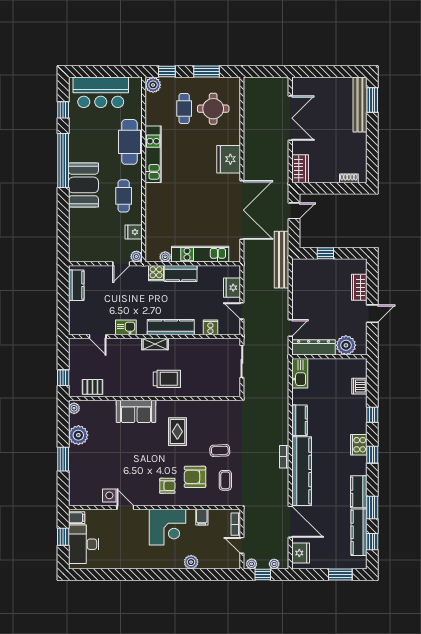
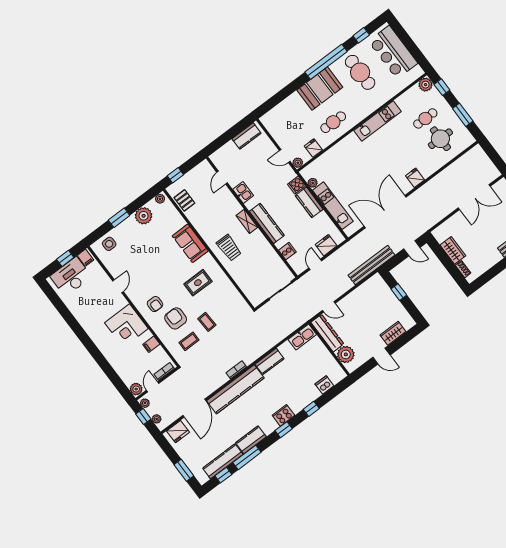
cafe table: (129, 142) -> (360, 72), moved, turned 90
fridge: (229, 159) -> (415, 178), width x0.53, depth x0.75
wardrobe: (300, 169) -> (453, 250), moved, turned -90
double door: (242, 210) -> (385, 212), swing flipped
side table: (109, 495) -> (109, 244), moved
window: (372, 508) -> (247, 457), width x1.44
plant: (191, 562) -> (136, 389), moved

